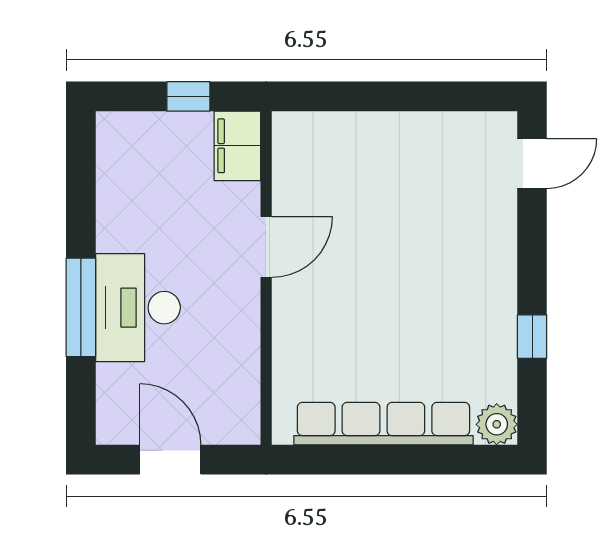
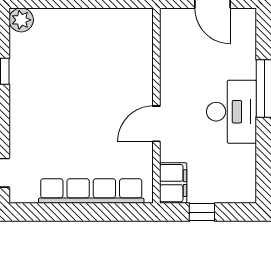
desk: (138, 308) -> (231, 112), moved
row of seats: (383, 424) -> (91, 191), moved, turned 180

